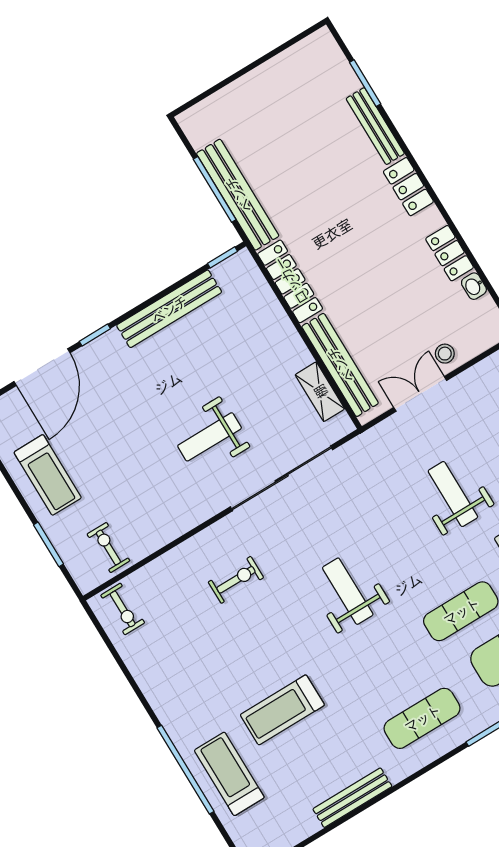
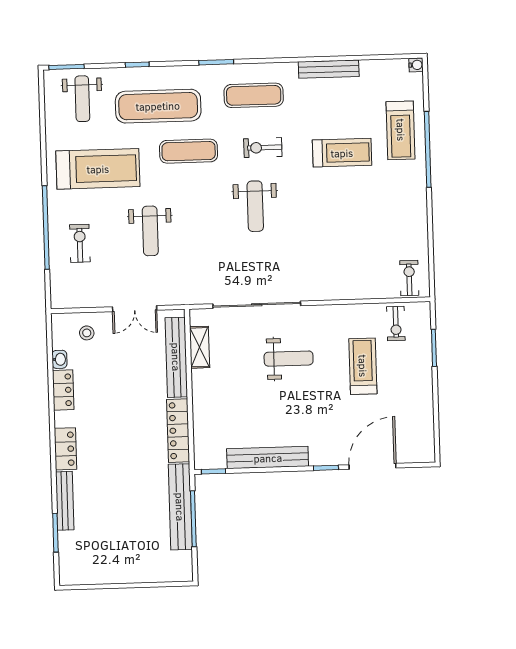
stool: (445, 354) -> (87, 333), moved
treadmill: (48, 475) -> (363, 366), moved
exercise bike: (236, 580) -> (263, 148), moved

